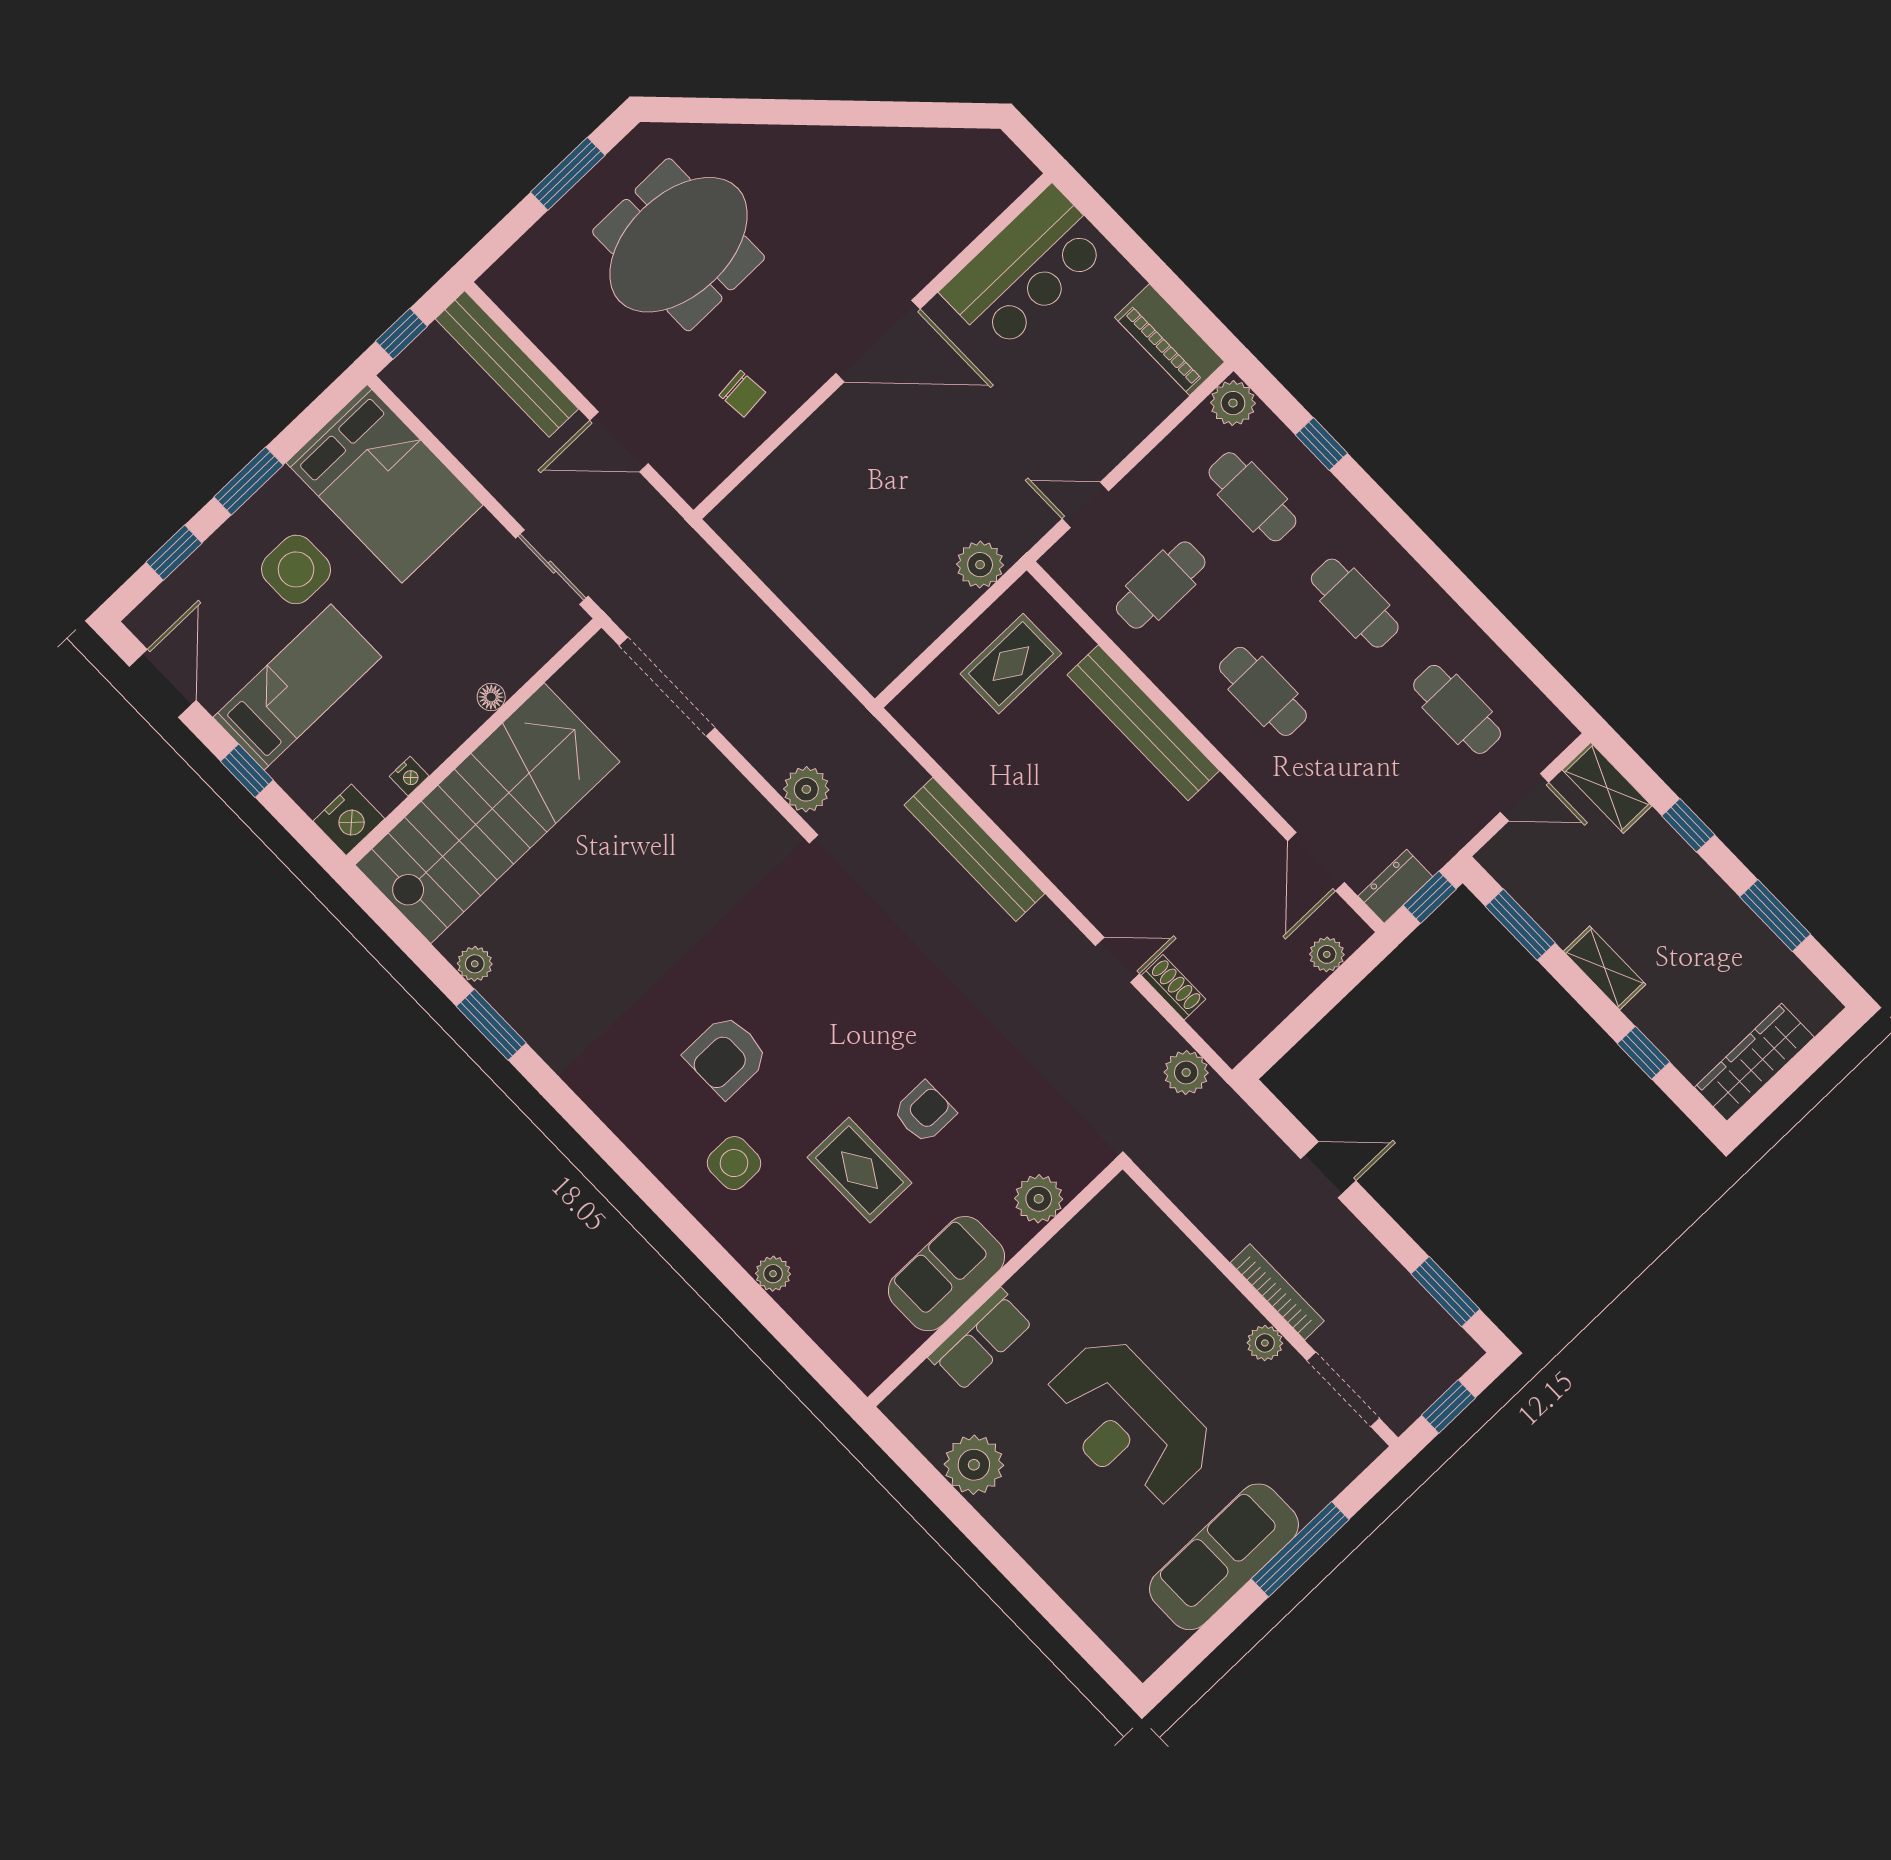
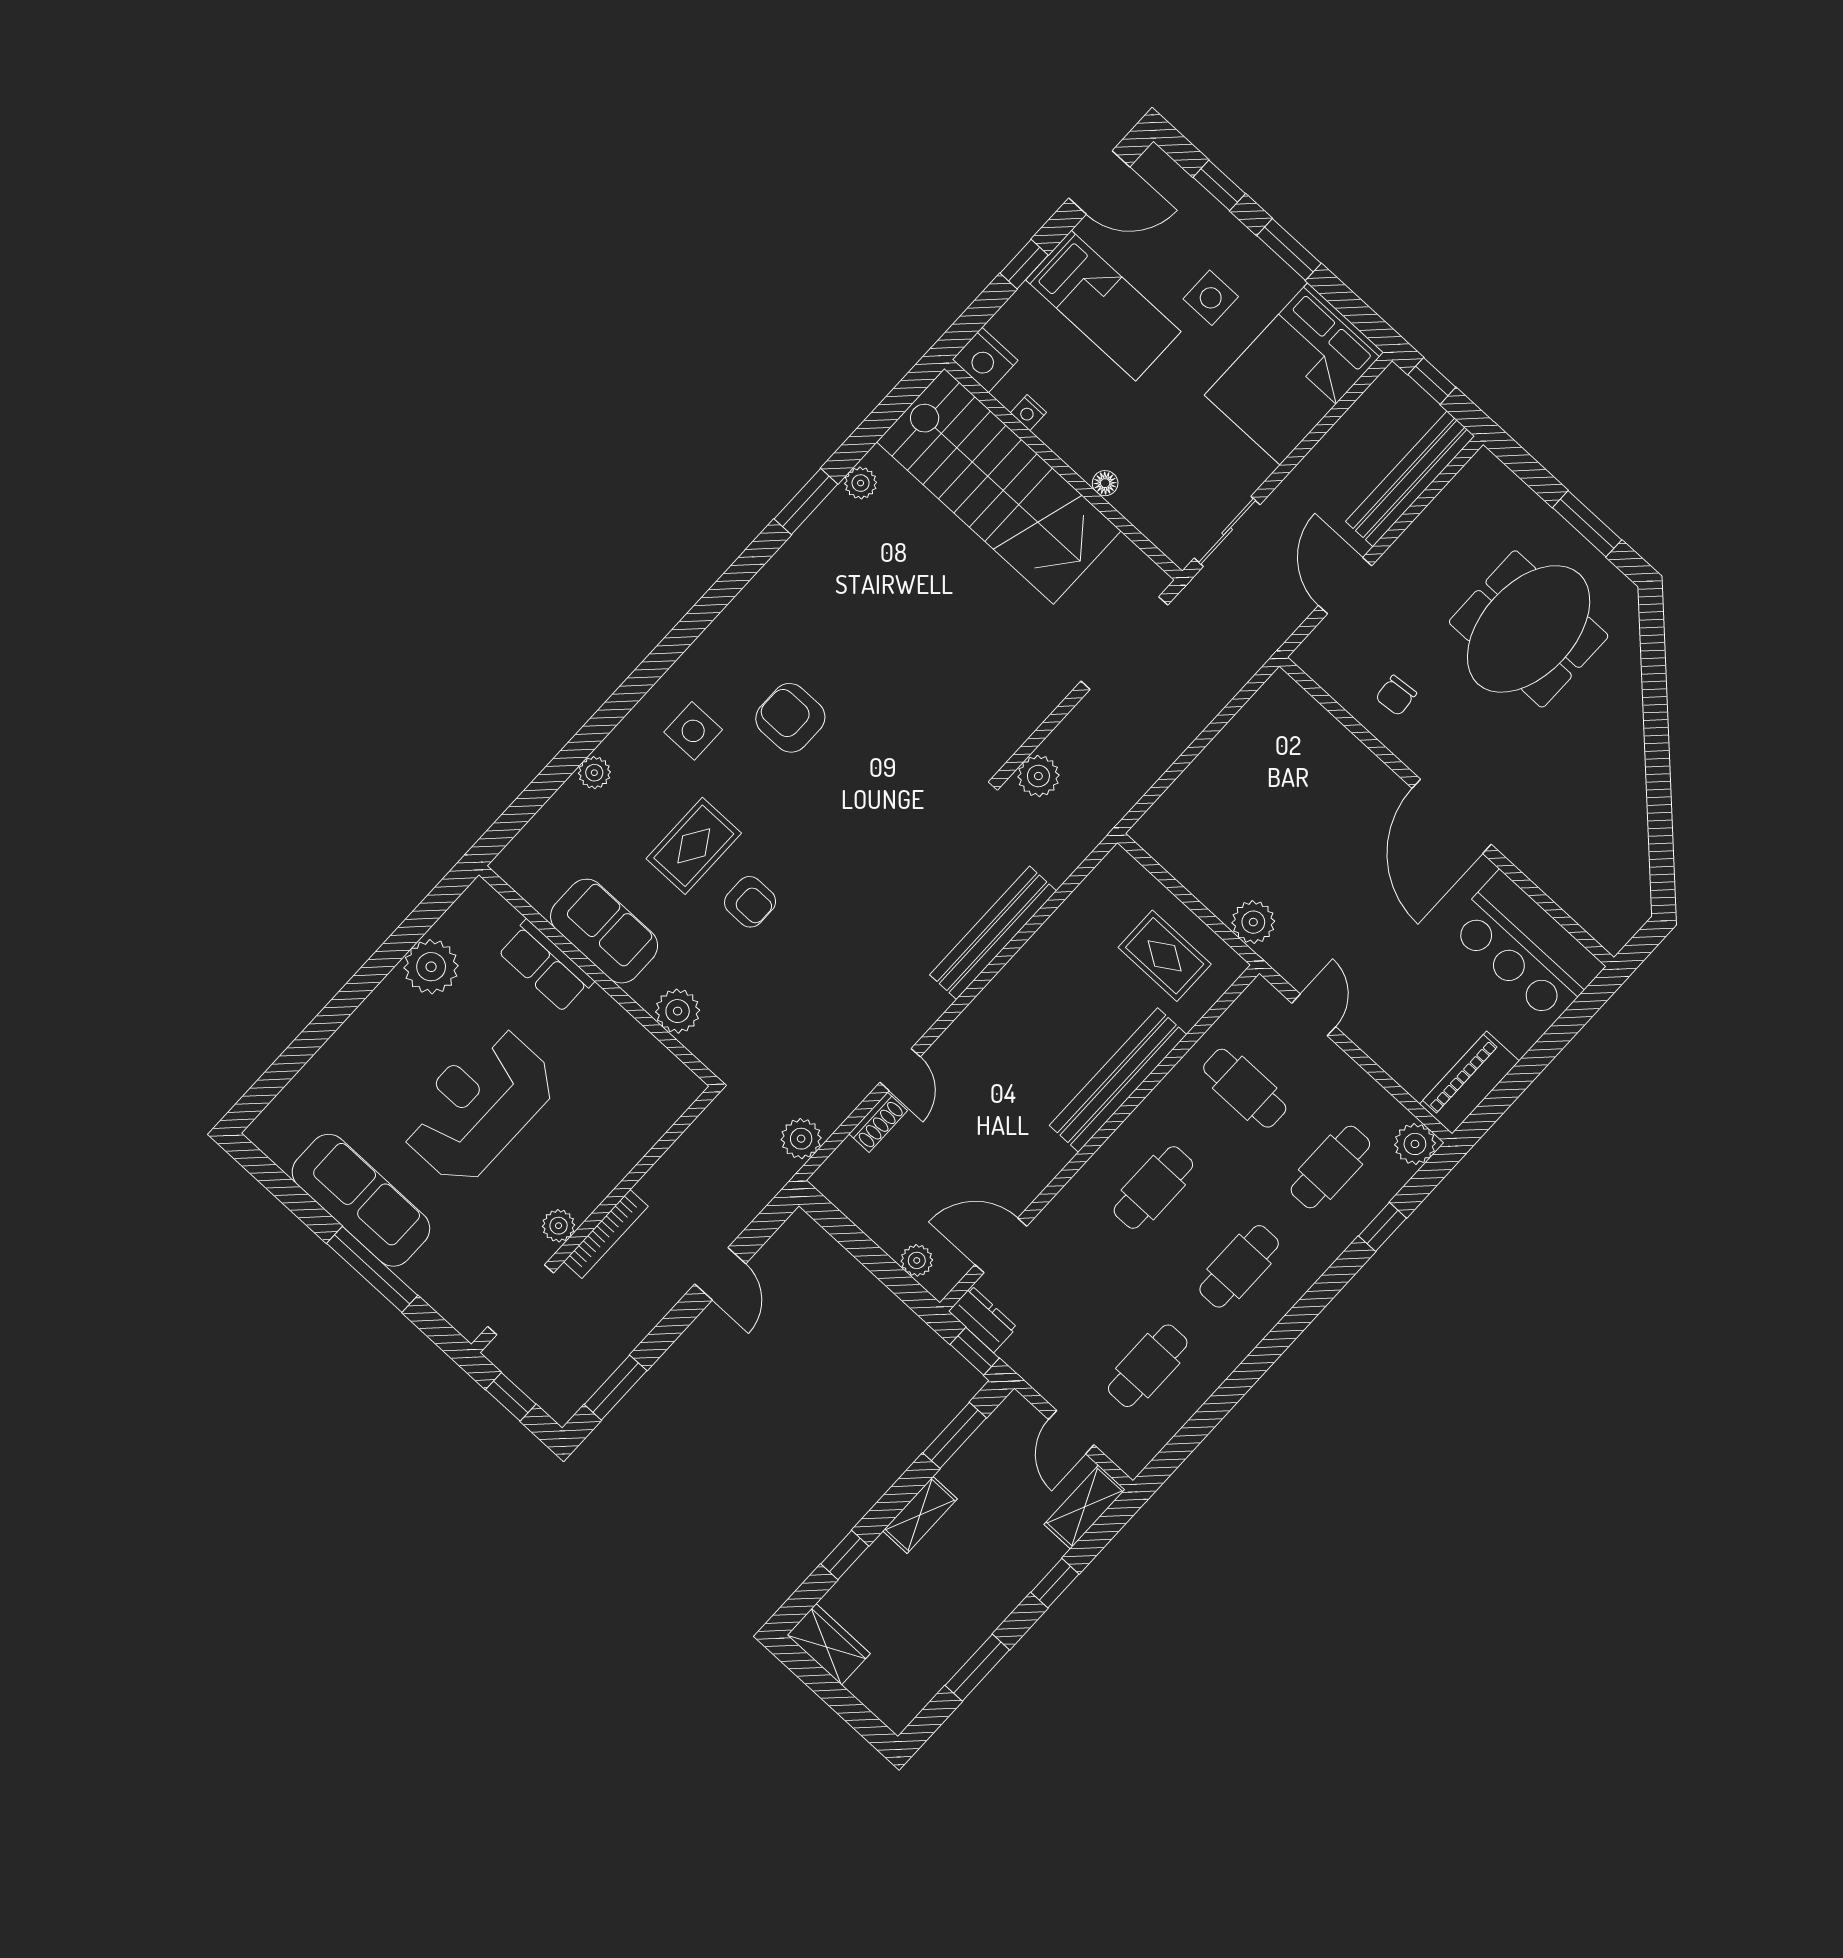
meeting table: (679, 245) -> (1529, 629), turned 90
side table: (296, 569) -> (1211, 298), width x0.73, depth x0.73
wardrobe: (1754, 1062) -> (829, 1644), width x0.67

